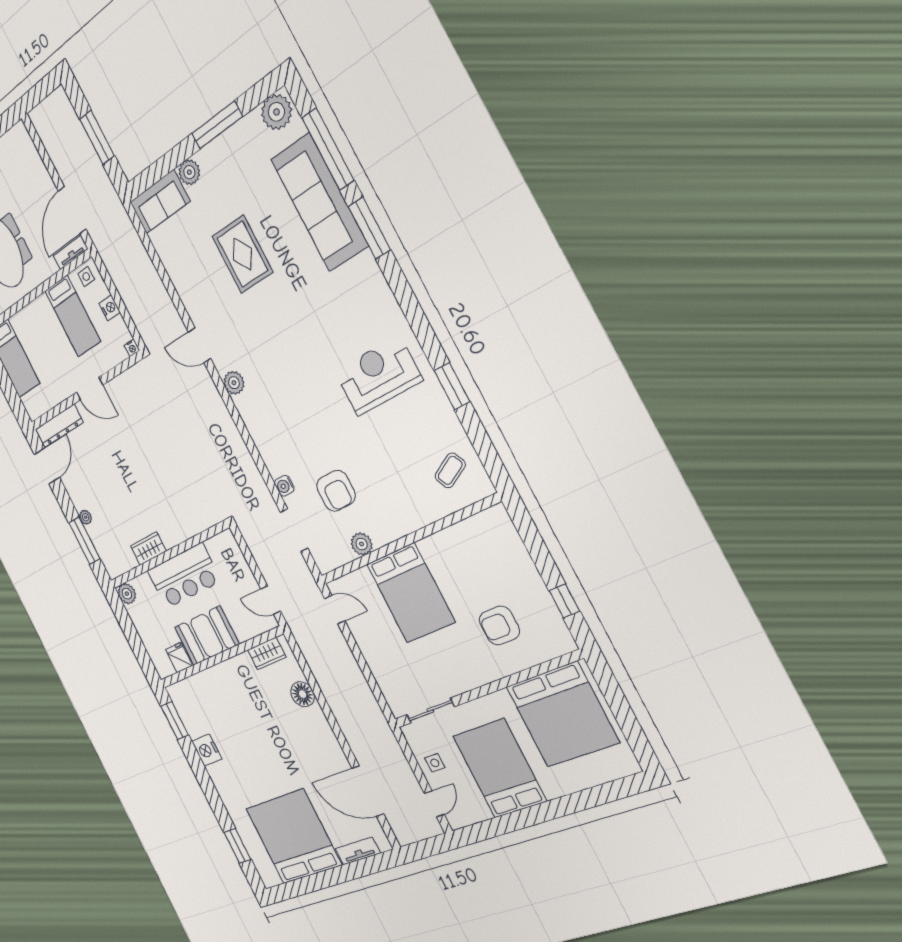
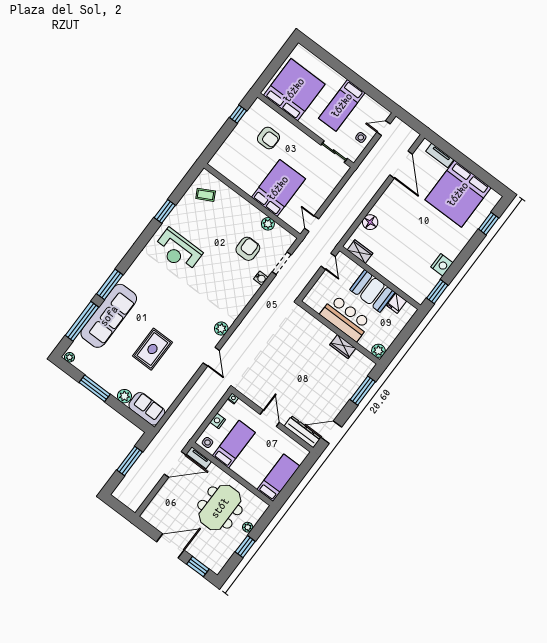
plant: (277, 112) -> (70, 357), width x0.53, depth x0.53
plant: (86, 517) -> (348, 395), removed
bed: (499, 768) -> (342, 105), width x0.67

